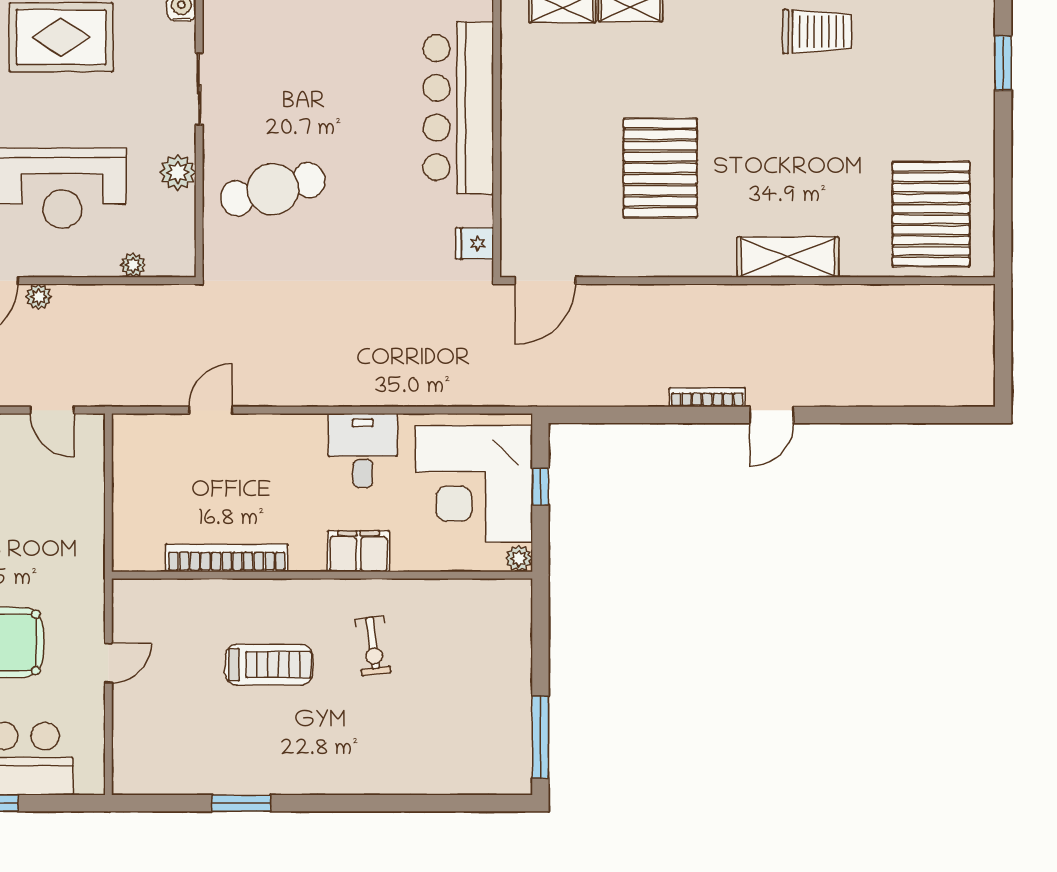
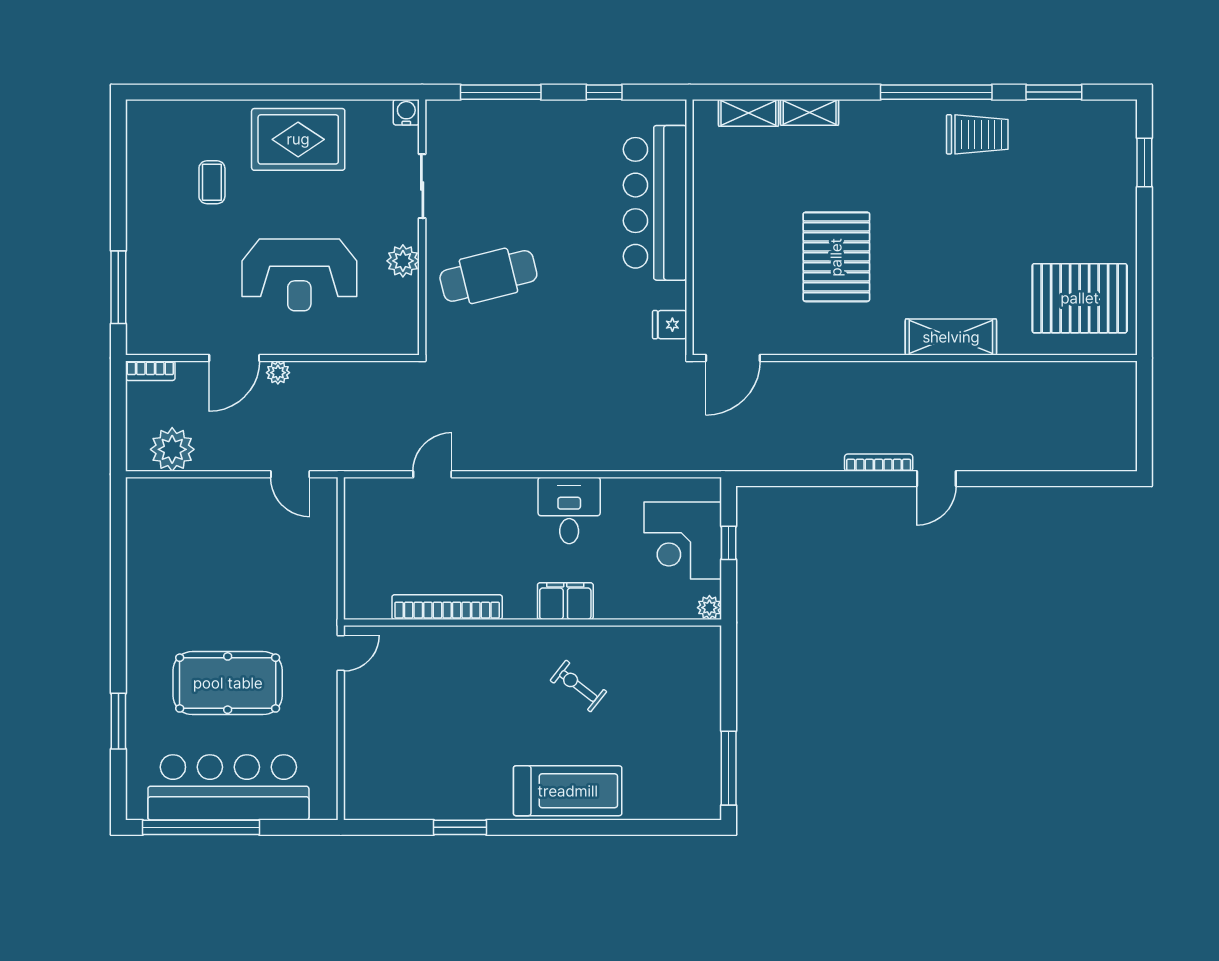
pallet: (931, 214) -> (1080, 298), turned 90
plant: (133, 265) -> (363, 344), removed
corner desk: (474, 484) -> (683, 541), width x0.74, depth x0.74
exercise bike: (373, 646) -> (578, 686), turned 135
door: (108, 663) -> (341, 653), moved
treadmill: (269, 665) -> (568, 791), moved, width x1.37, depth x1.38

